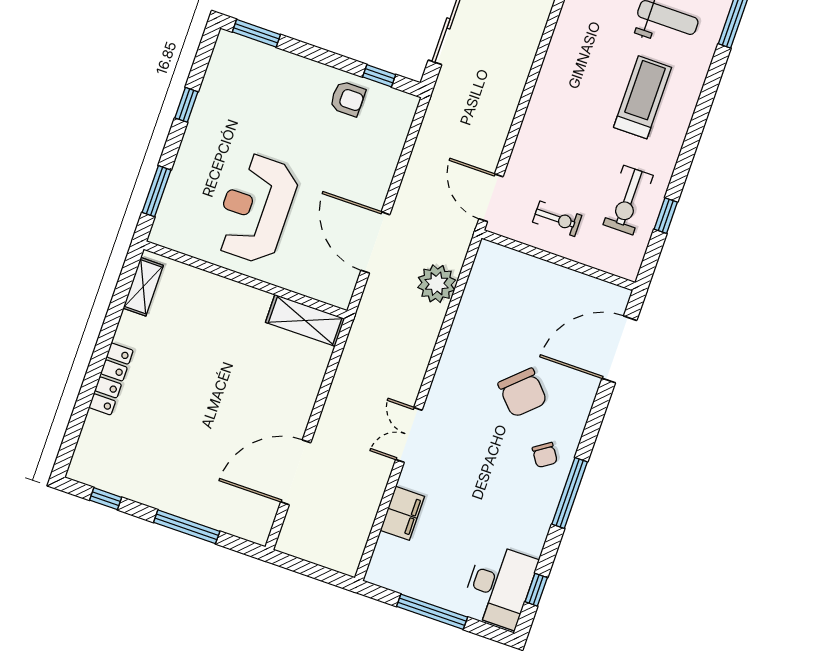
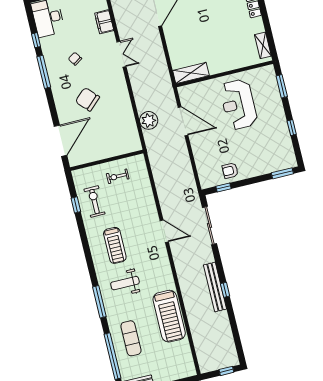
door: (491, 198) -> (164, 231), moved
reception desk: (256, 208) -> (239, 104), turned 180
chair: (545, 455) -> (75, 59), moved
window: (536, 590) -> (36, 40), moved

